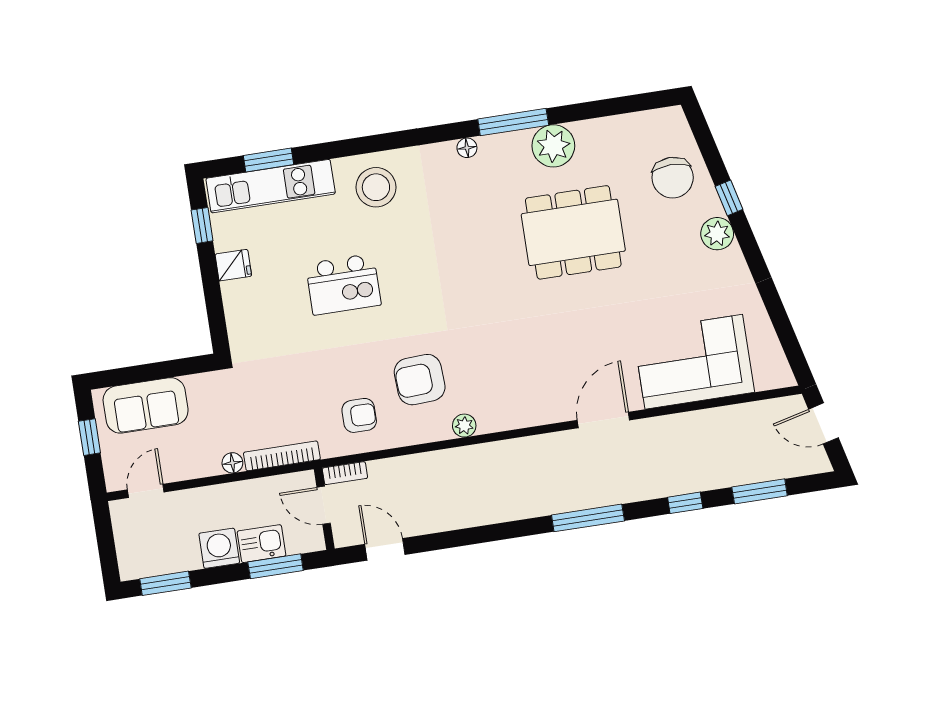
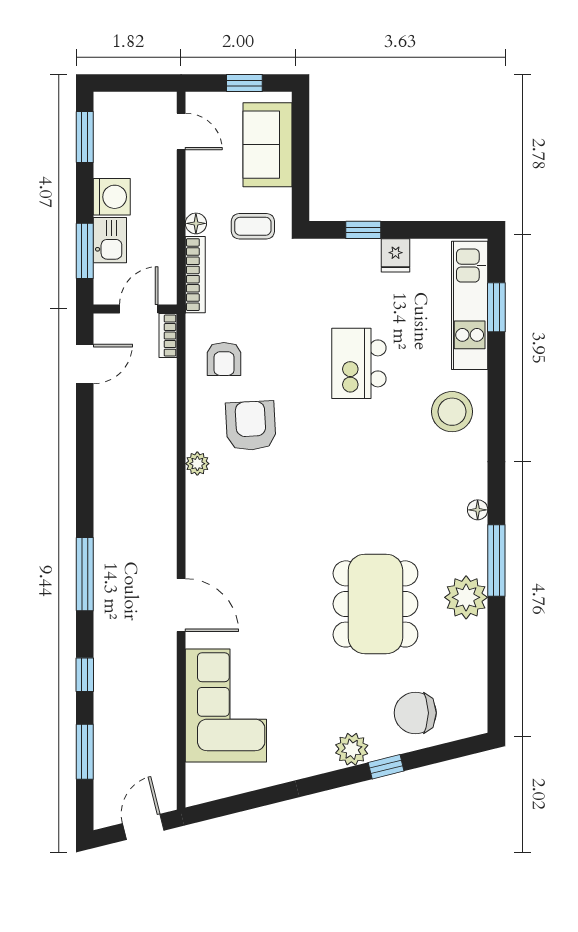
window: (202, 225) -> (363, 230), moved
coffee table: (227, 407) -> (253, 226), added

